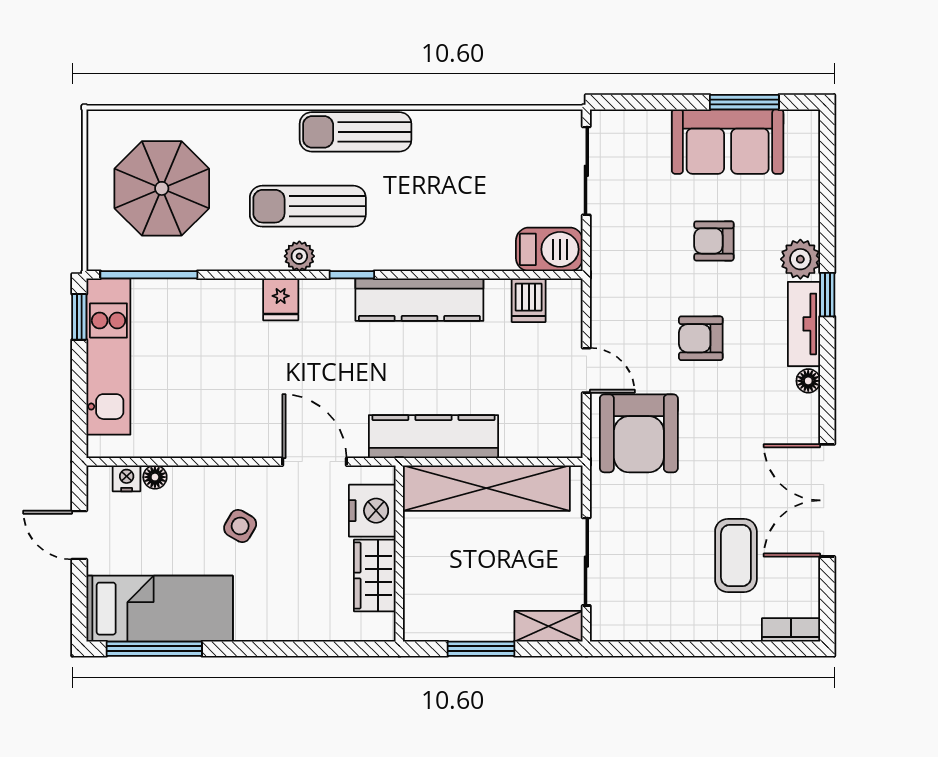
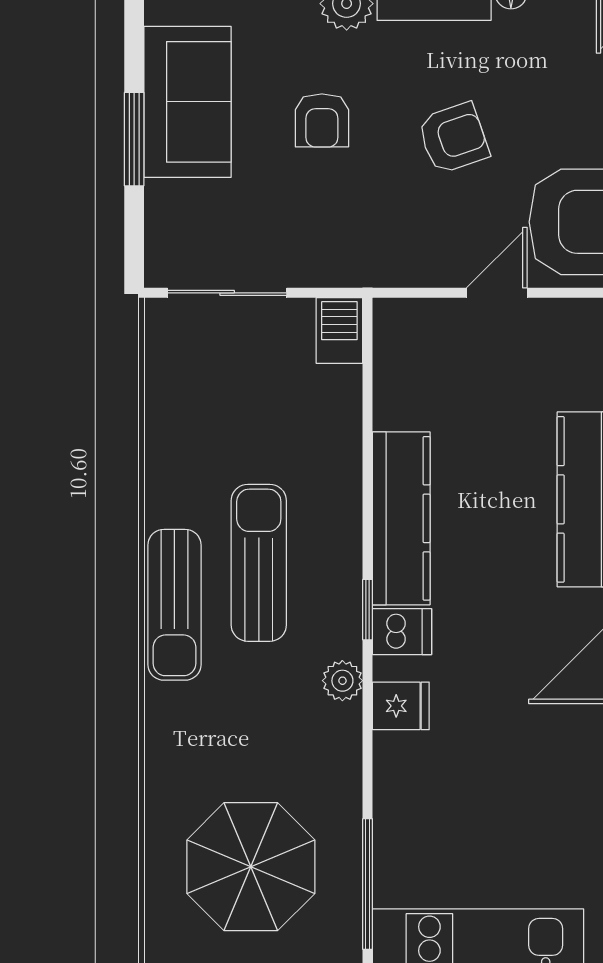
window: (744, 102) -> (134, 139), moved
sun lounger: (308, 206) -> (259, 563), moved, turned 180
barbecue: (549, 249) -> (339, 330), width x0.73, depth x0.79
dishwasher: (529, 300) -> (402, 632), moved
armchair: (701, 338) -> (453, 138), turned -109

